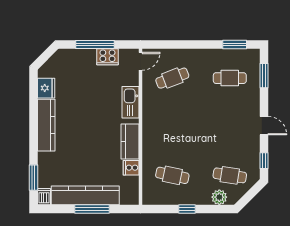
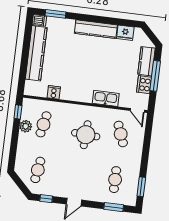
round table: (179, 121) -> (86, 135), added
kitchen counter: (130, 142) -> (146, 61), moved, turned -90
plant: (219, 197) -> (26, 126), moved
window: (92, 209) -> (25, 57), removed
window: (187, 209) -> (18, 112), moved

